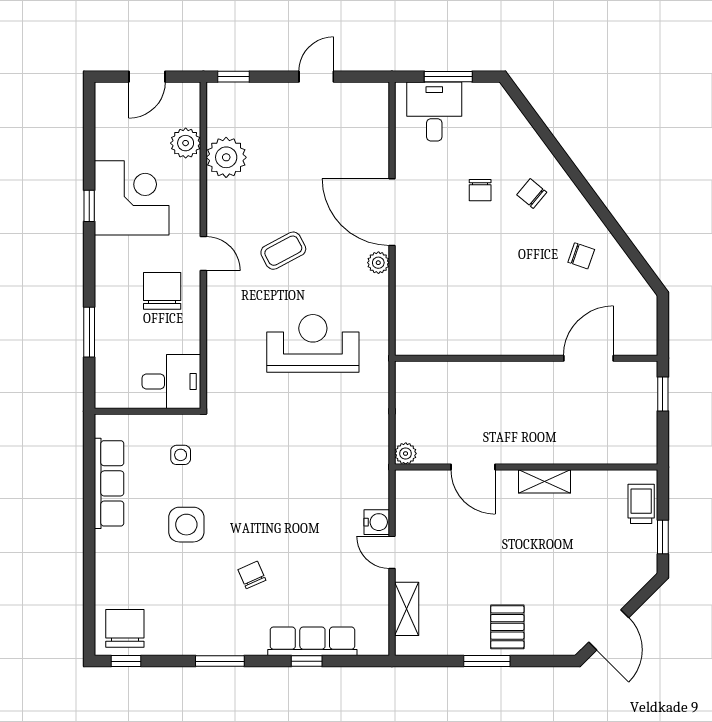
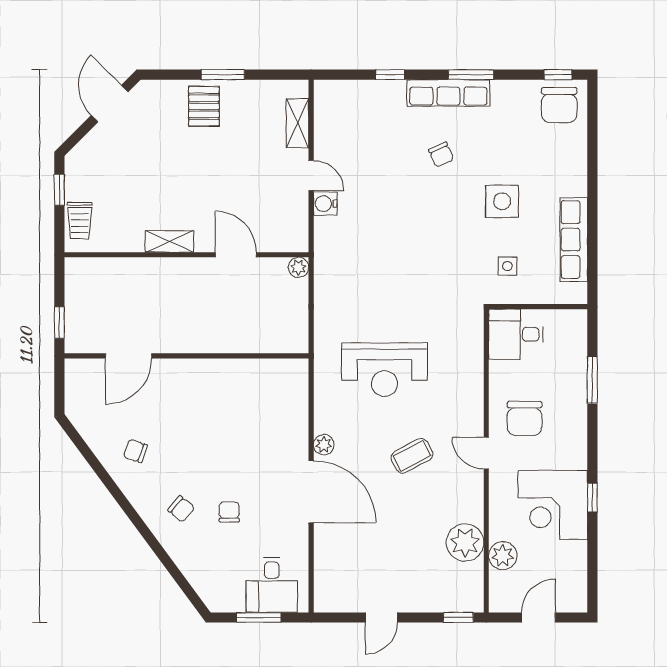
row of seats: (312, 641) -> (448, 93), moved

